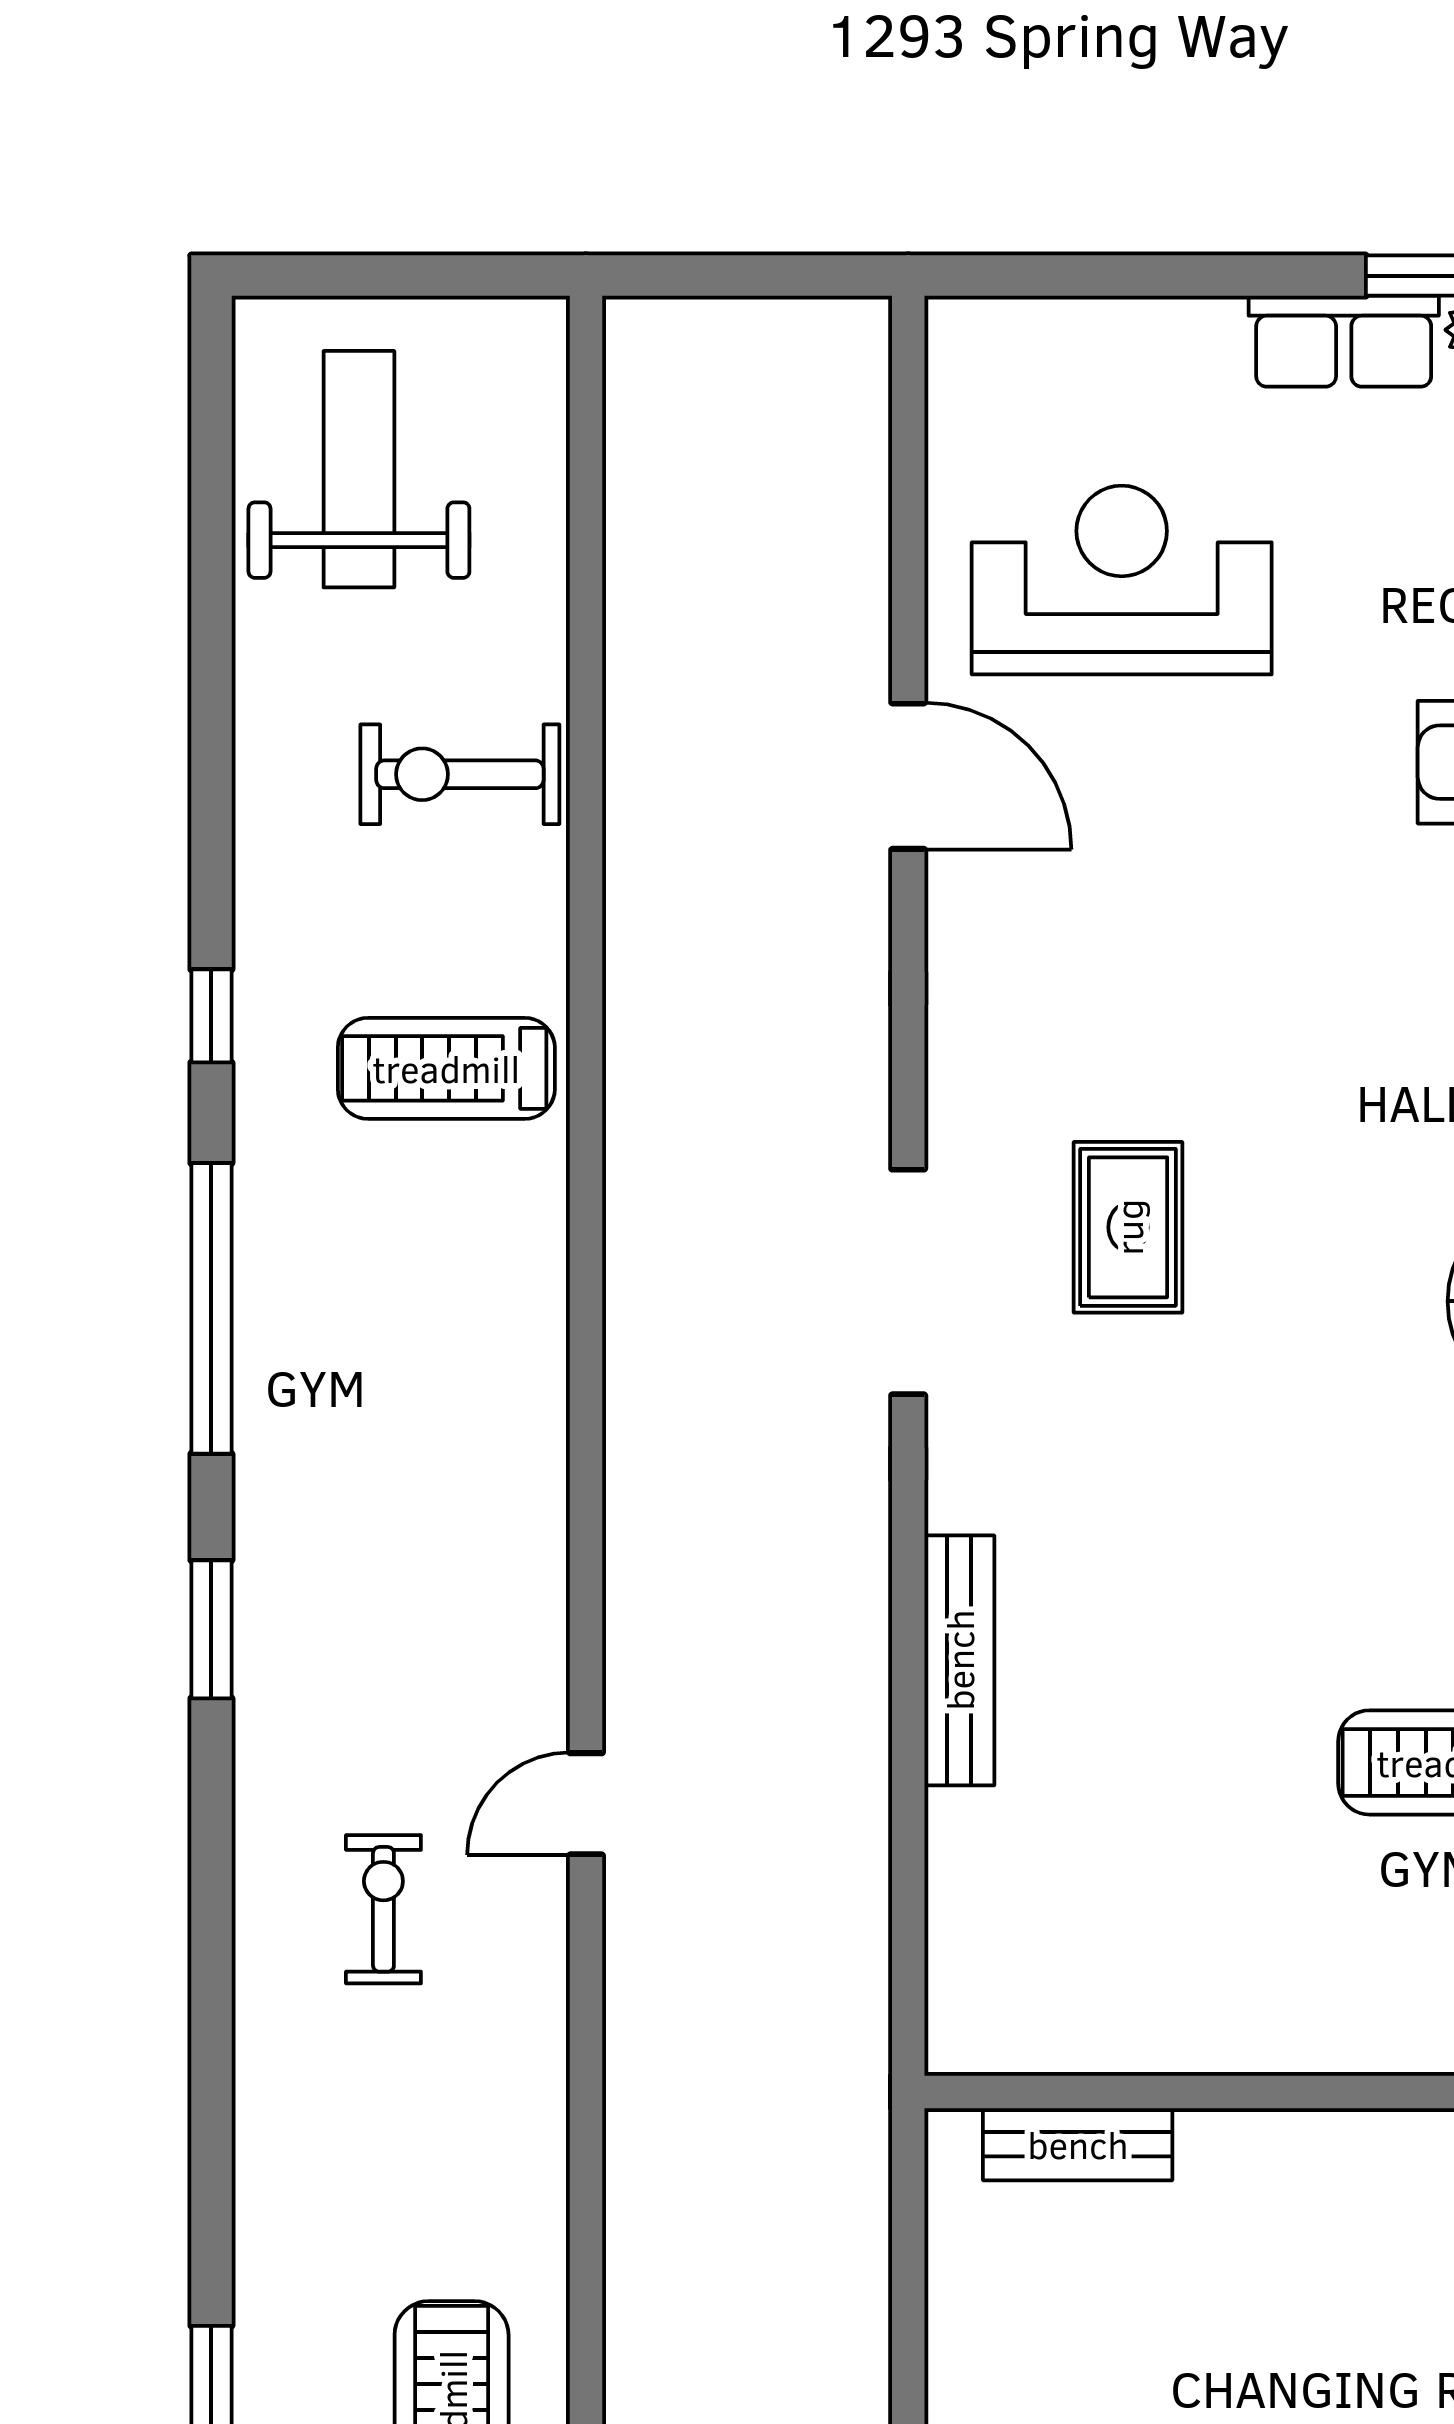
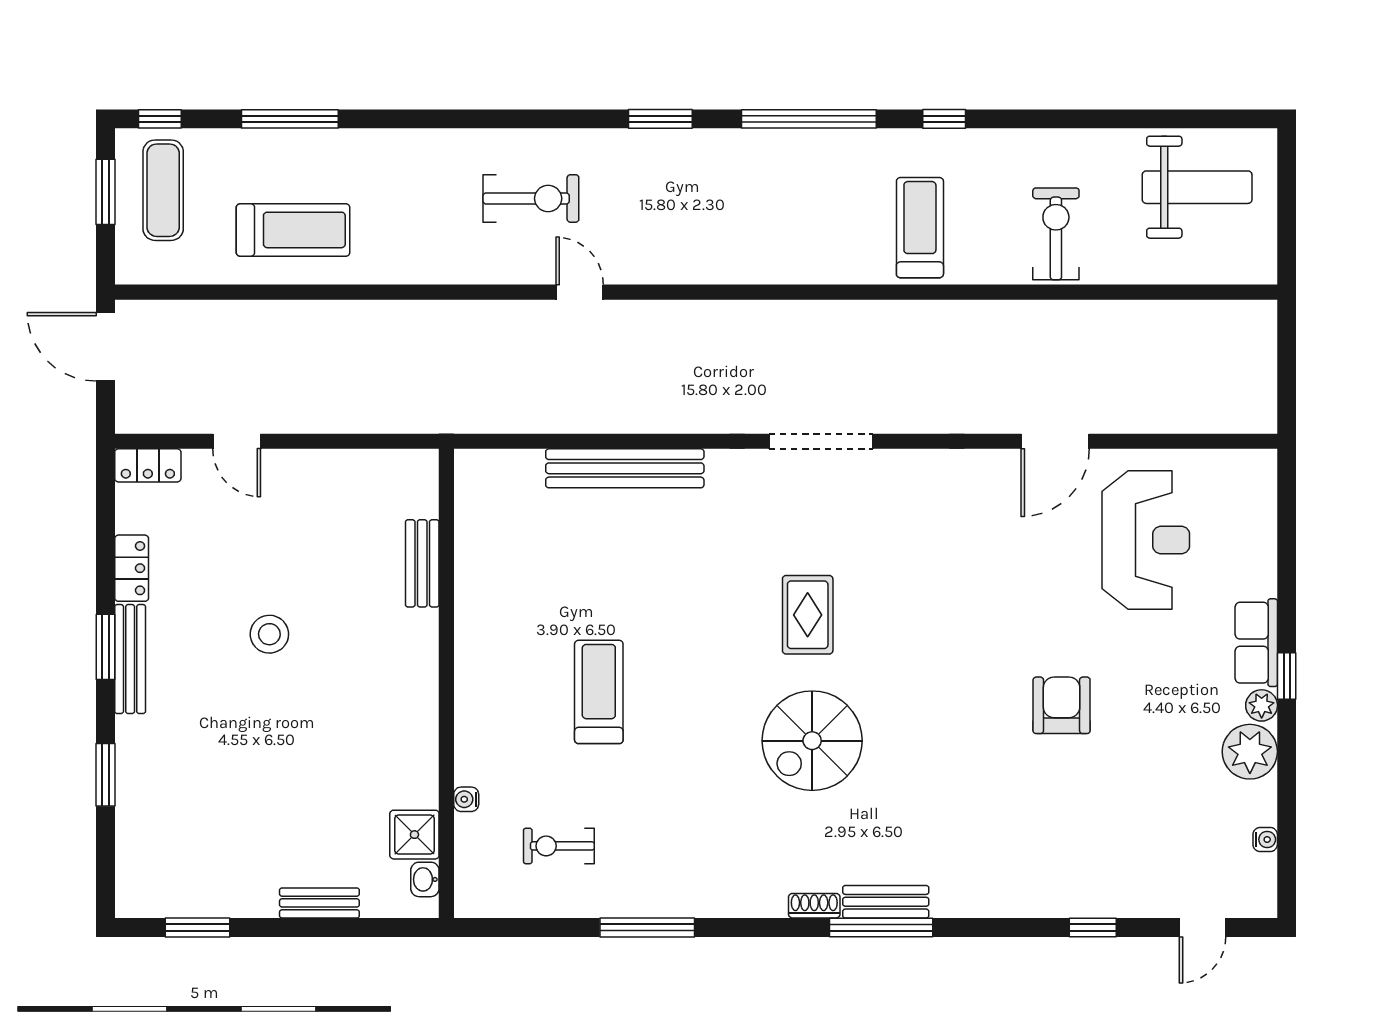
rug: (1128, 1227) -> (808, 615), moved, turned 90
bench: (959, 1660) -> (625, 468), width x1.37, depth x1.21
exercise bike: (383, 1909) -> (531, 198), width x1.38, depth x1.39
bench: (1078, 2144) -> (422, 563), moved

